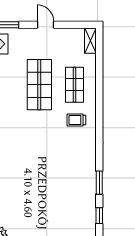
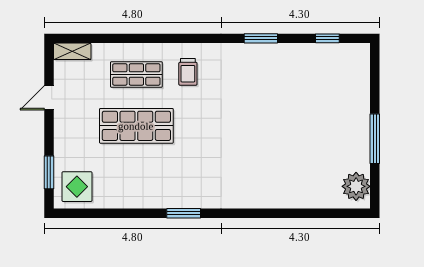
door: (46, 25) -> (49, 98), moved
window: (99, 183) -> (261, 38), moved

